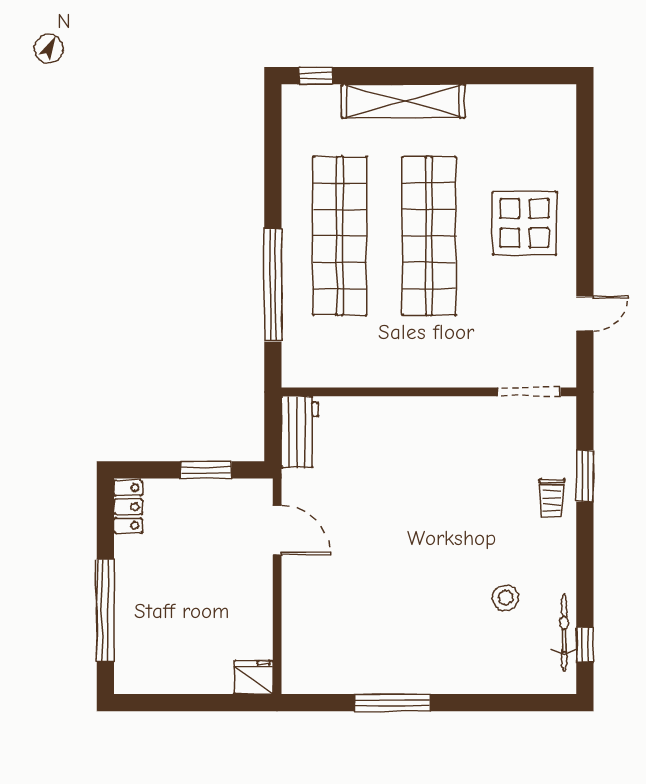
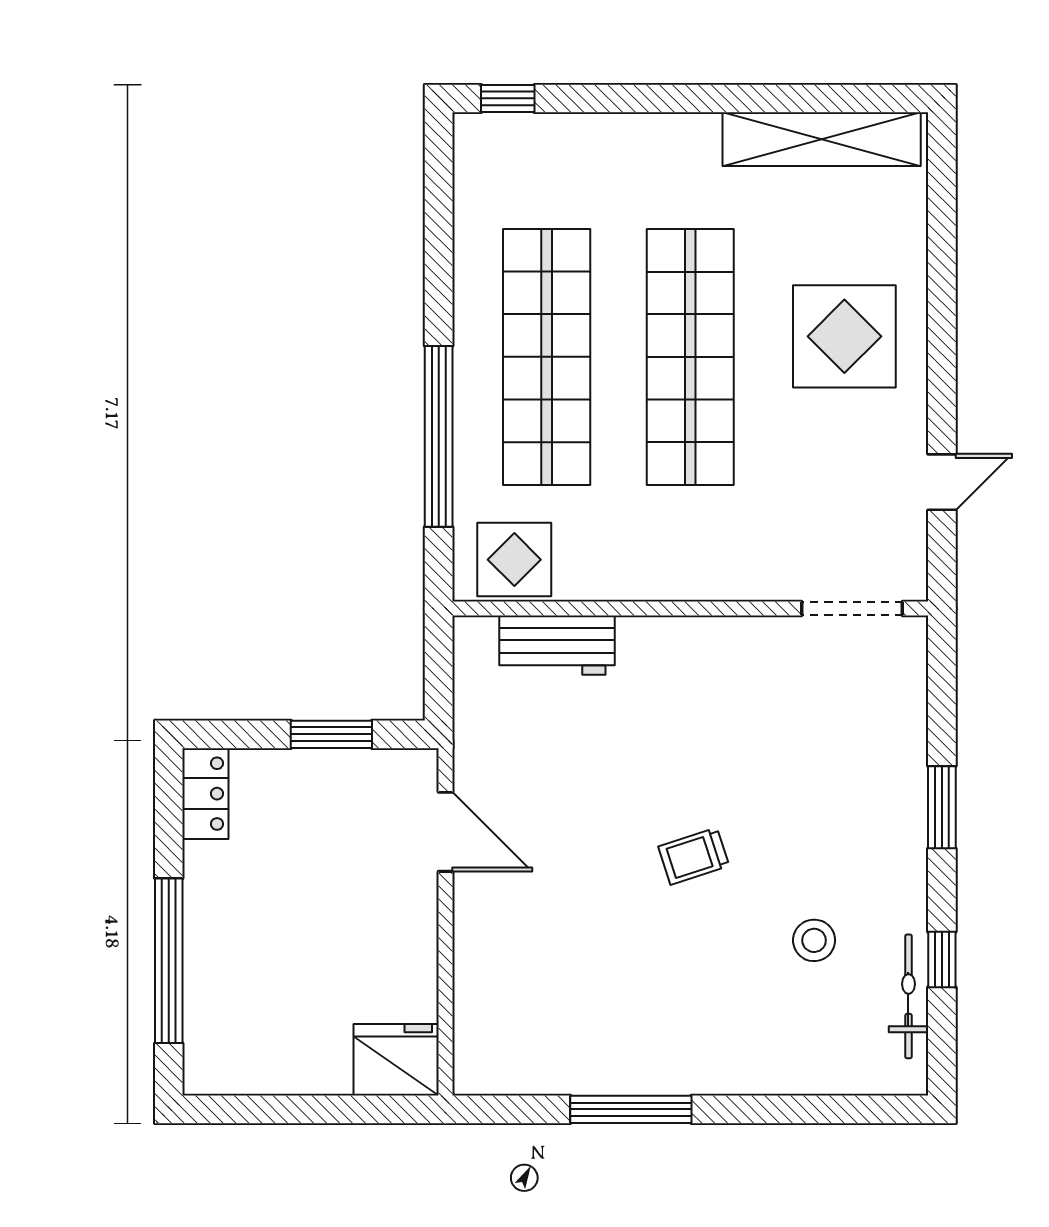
shelving: (403, 101) -> (822, 139), moved
display table: (320, 362) -> (514, 560), added
workbench: (300, 432) -> (557, 645), moved, turned 90
window: (585, 476) -> (942, 807), moved
trolley: (552, 498) -> (694, 856), moved, turned 72
window: (585, 645) -> (942, 959), moved
fridge: (253, 677) -> (396, 1060), width x1.36, depth x1.34

